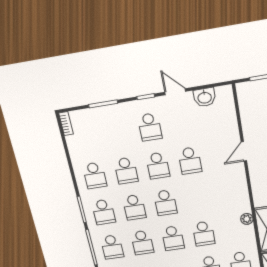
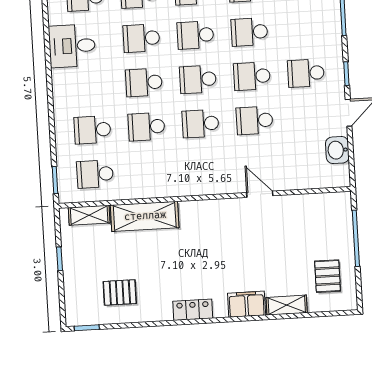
school desk: (197, 198) -> (200, 124), added
plant: (247, 219) -> (163, 189), removed

